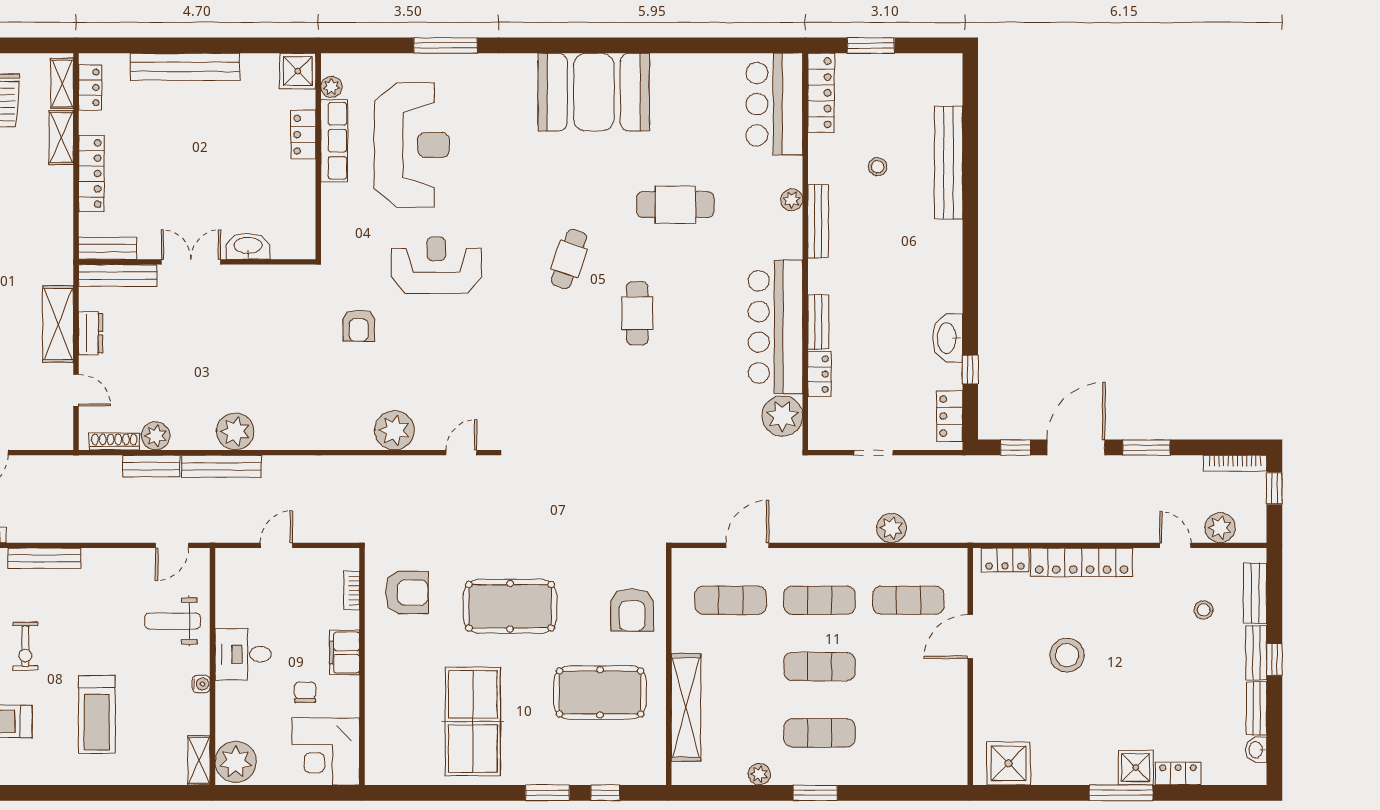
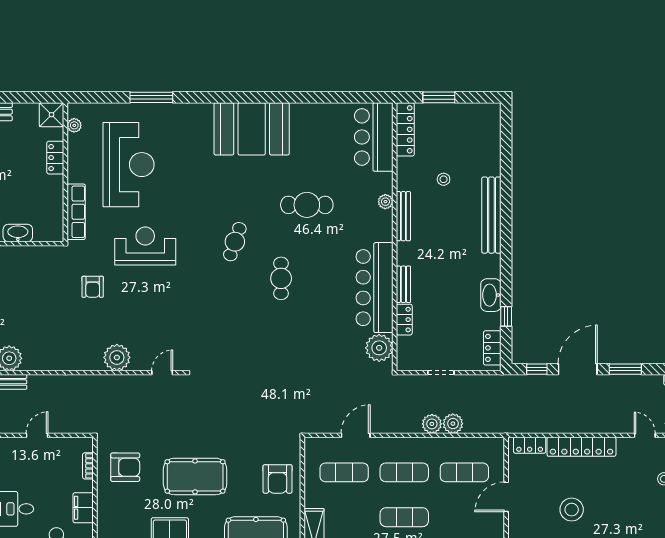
row of seats: (334, 141) -> (76, 212), moved
bench: (948, 163) -> (491, 215), moved
plant: (860, 528) -> (432, 424), added

